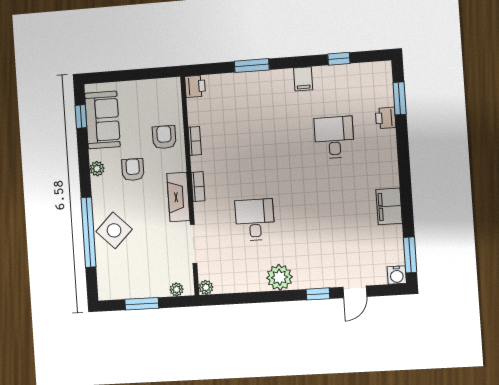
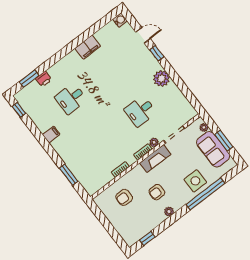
window: (339, 59) -> (19, 110), moved
window: (252, 66) -> (69, 175), moved
printer: (195, 86) -> (92, 188), removed
sofa: (102, 120) -> (213, 149), moved, turned -90
armchair: (164, 137) -> (124, 197), moved
side table: (114, 230) -> (195, 181), turned 45
window: (410, 255) -> (105, 20), removed
plant: (206, 287) -> (154, 142), moved

